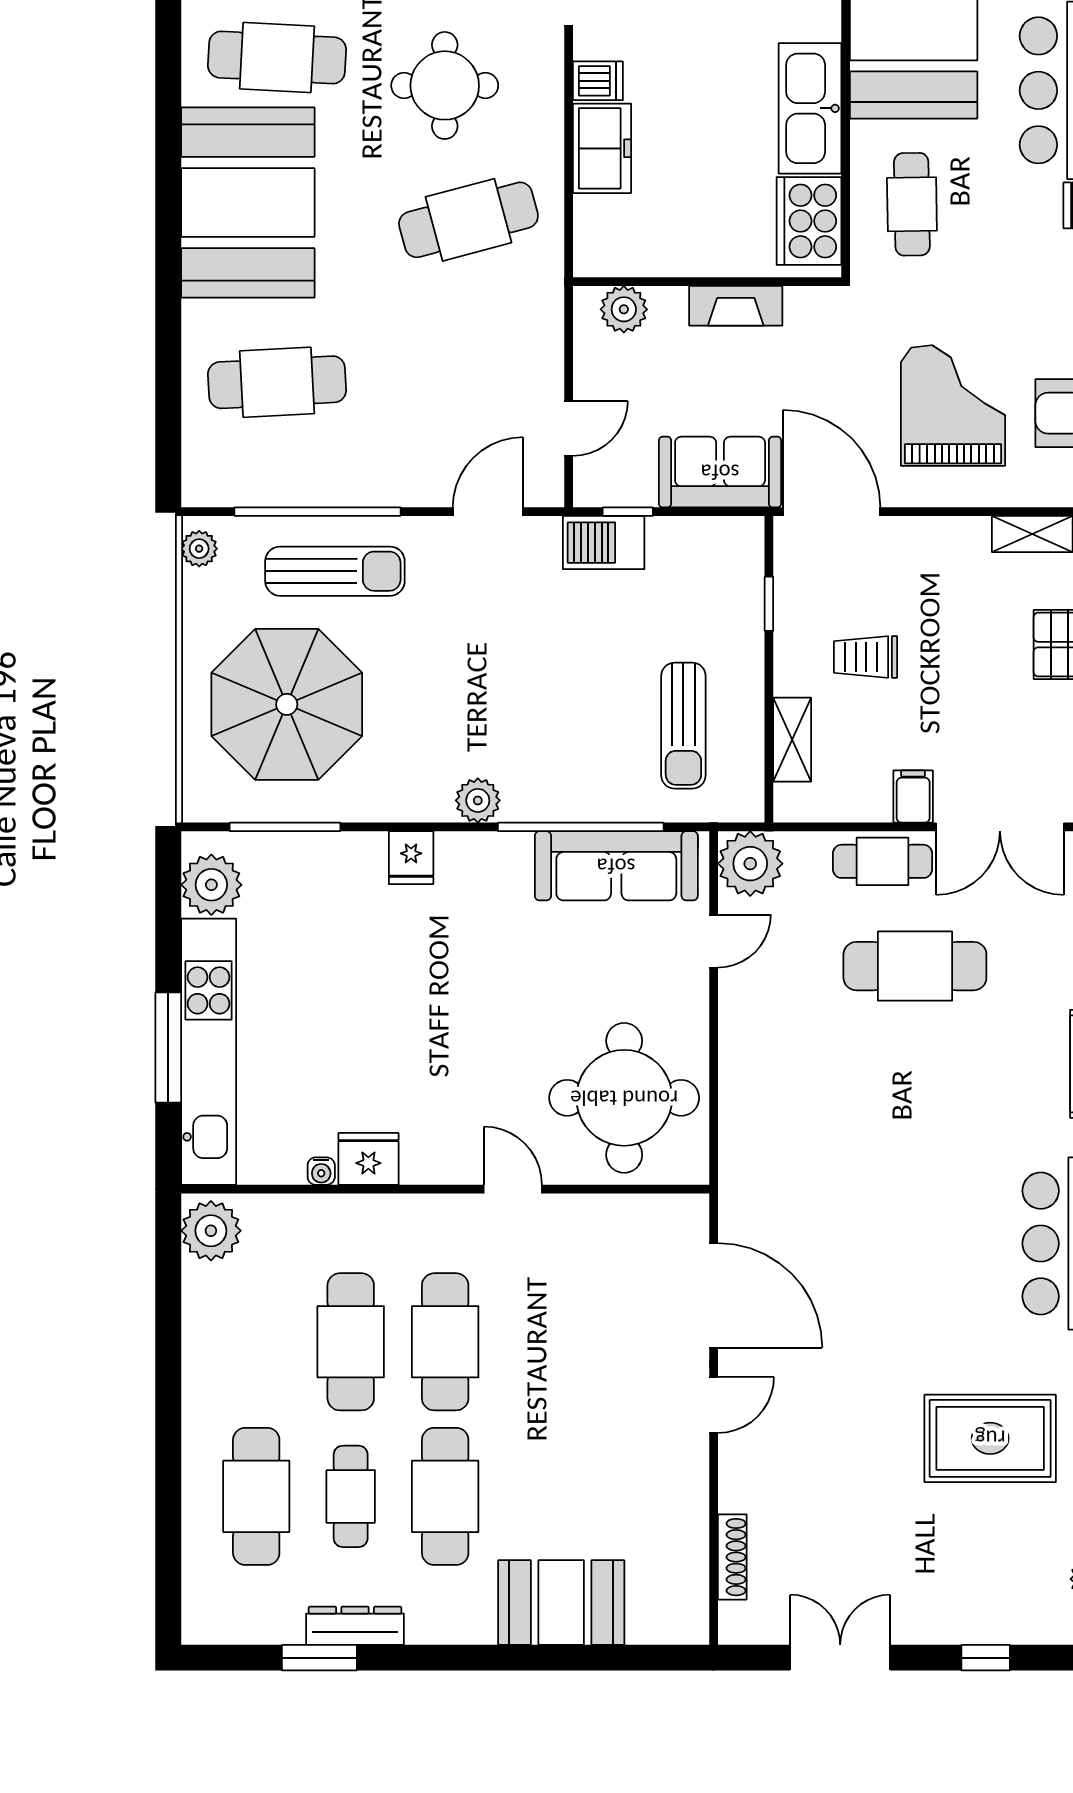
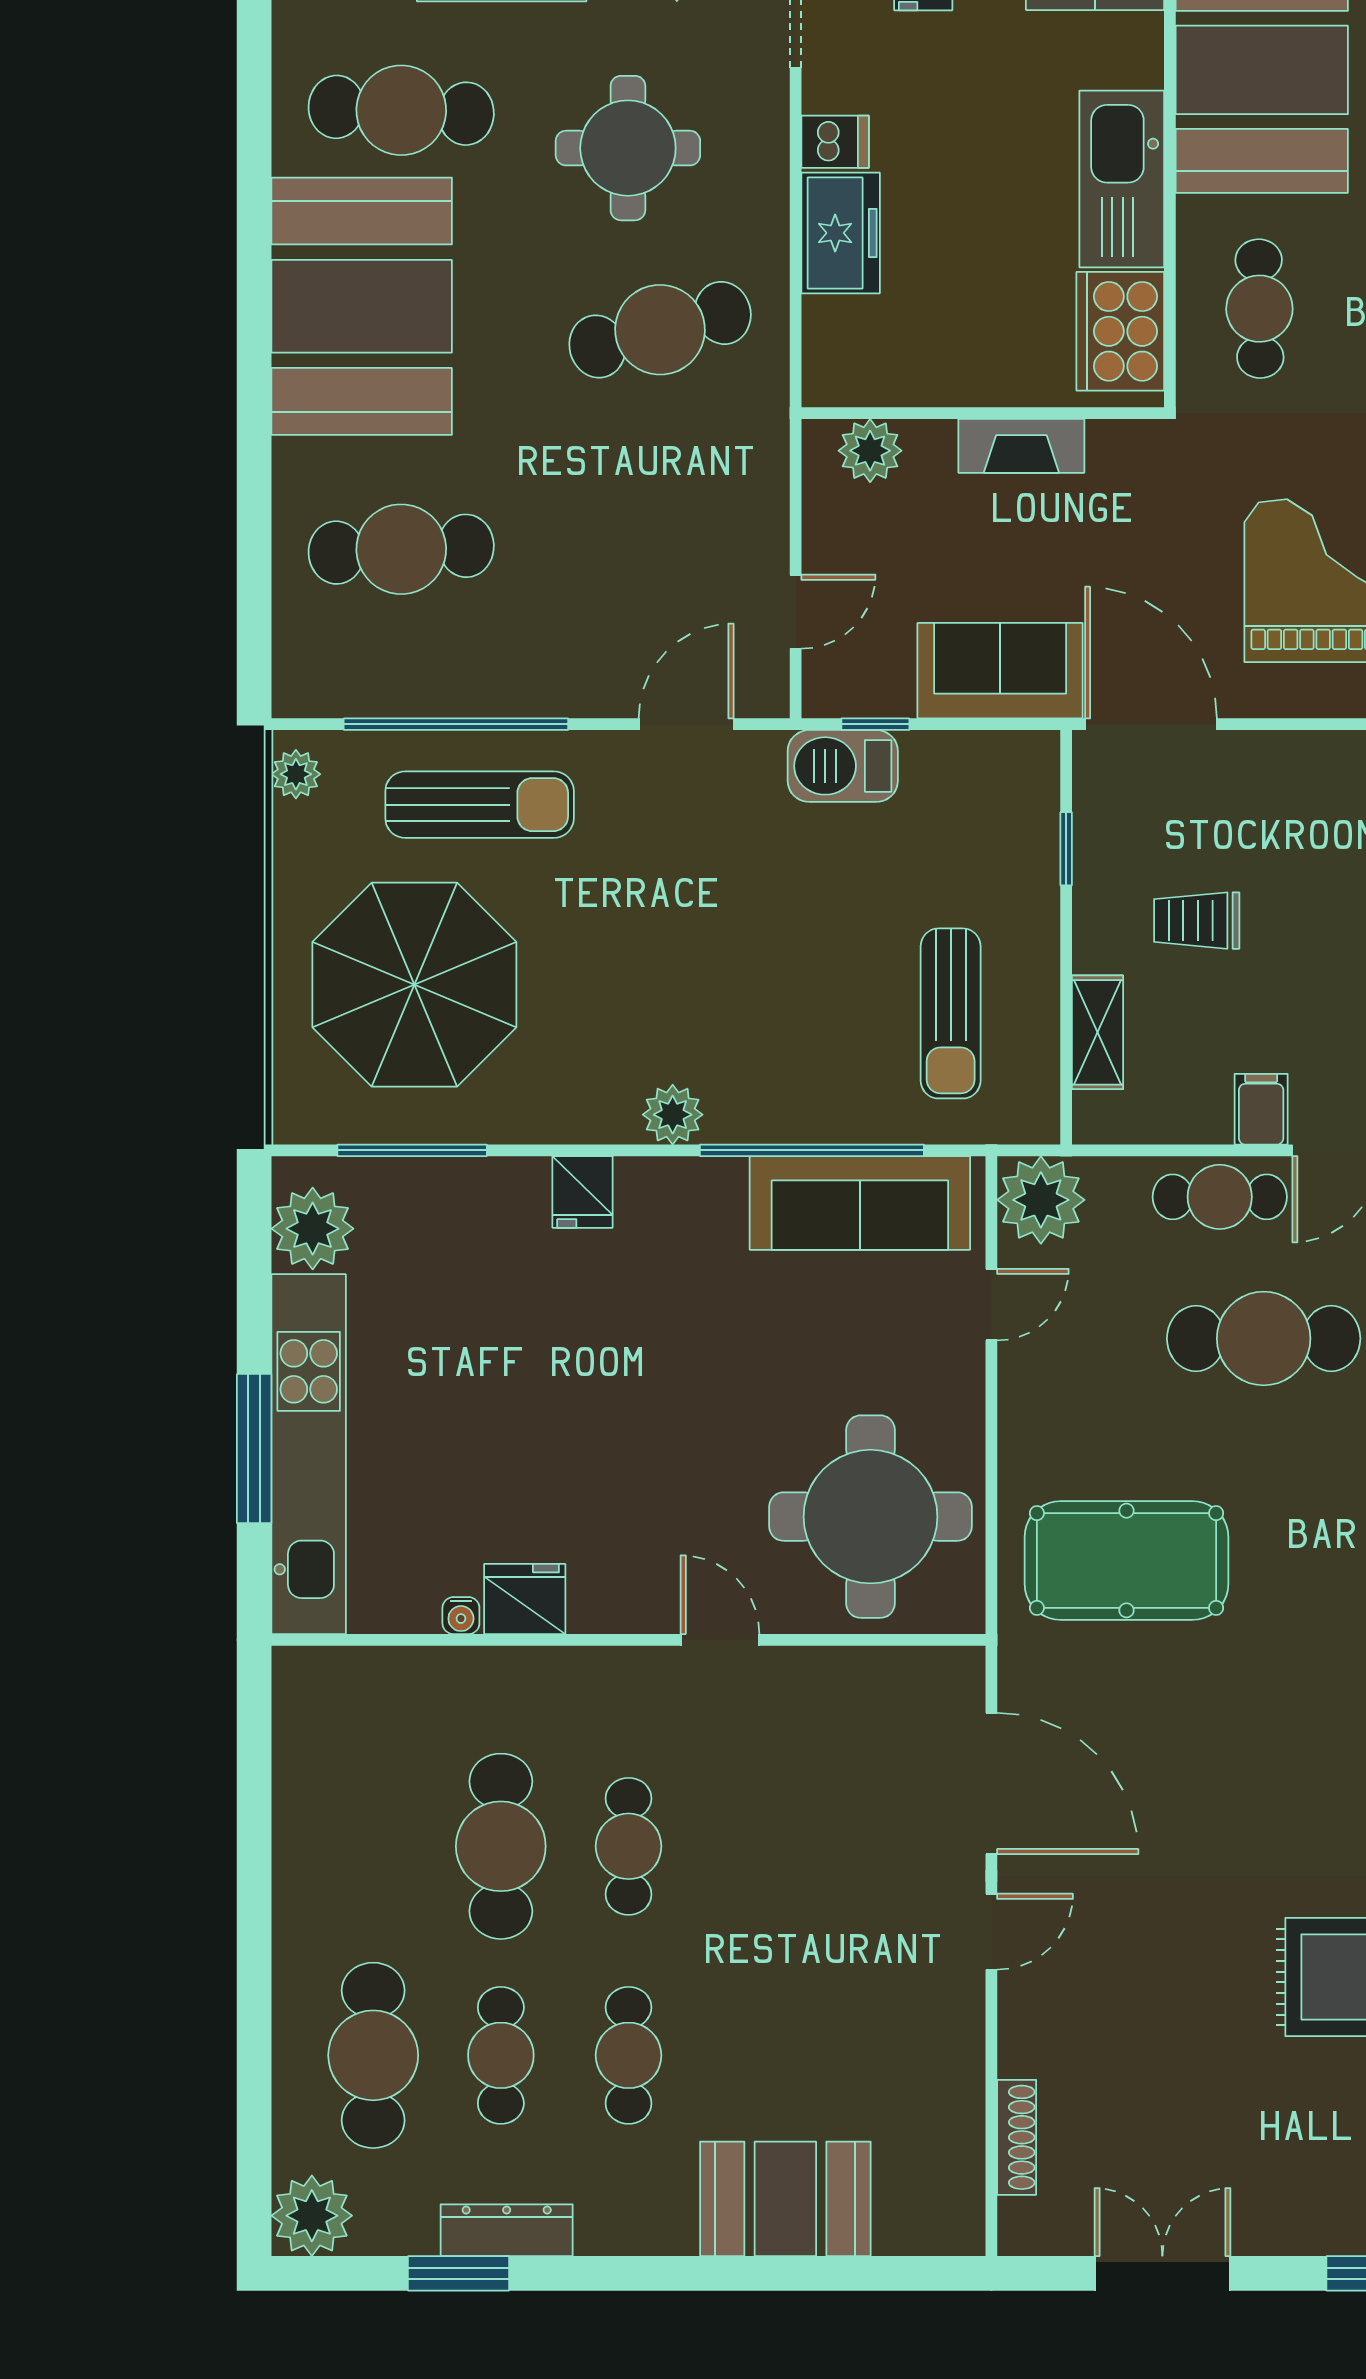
pool table: (814, 1130) -> (1126, 1561), added
plant: (211, 1231) -> (312, 2216), moved
cafe table: (445, 1342) -> (629, 1846), width x0.73, depth x0.74
cafe table: (445, 1496) -> (629, 2055), width x0.73, depth x0.74

